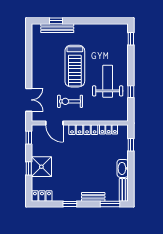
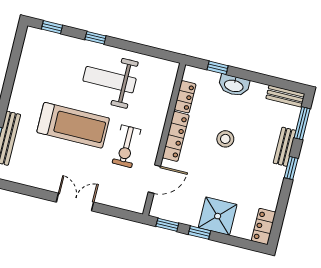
window: (131, 92) -> (95, 38), moved
double door: (29, 100) -> (75, 202), moved
stool: (89, 160) -> (225, 139), added
window: (29, 168) -> (199, 233), moved
washbasin: (123, 168) -> (234, 85), moved
window: (70, 204) -> (291, 168), moved

